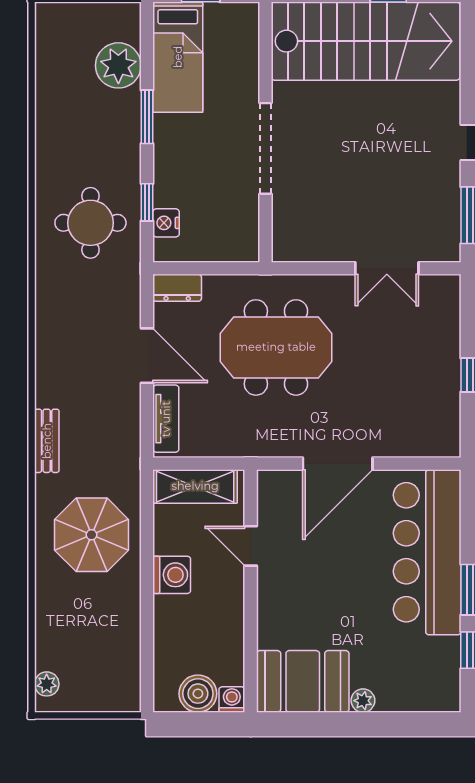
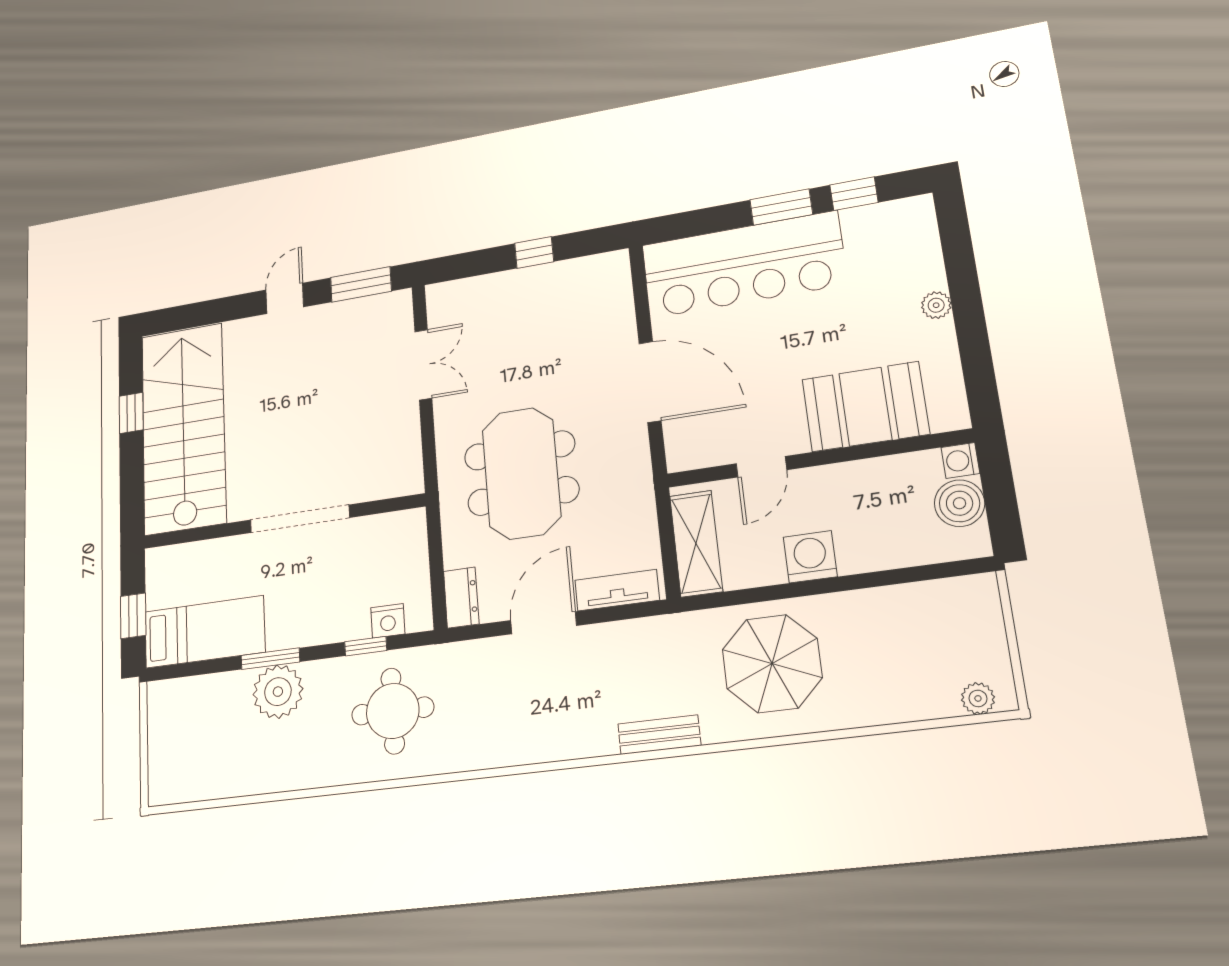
plant: (118, 65) -> (278, 692), moved
booth: (303, 681) -> (865, 407), moved, turned 90

